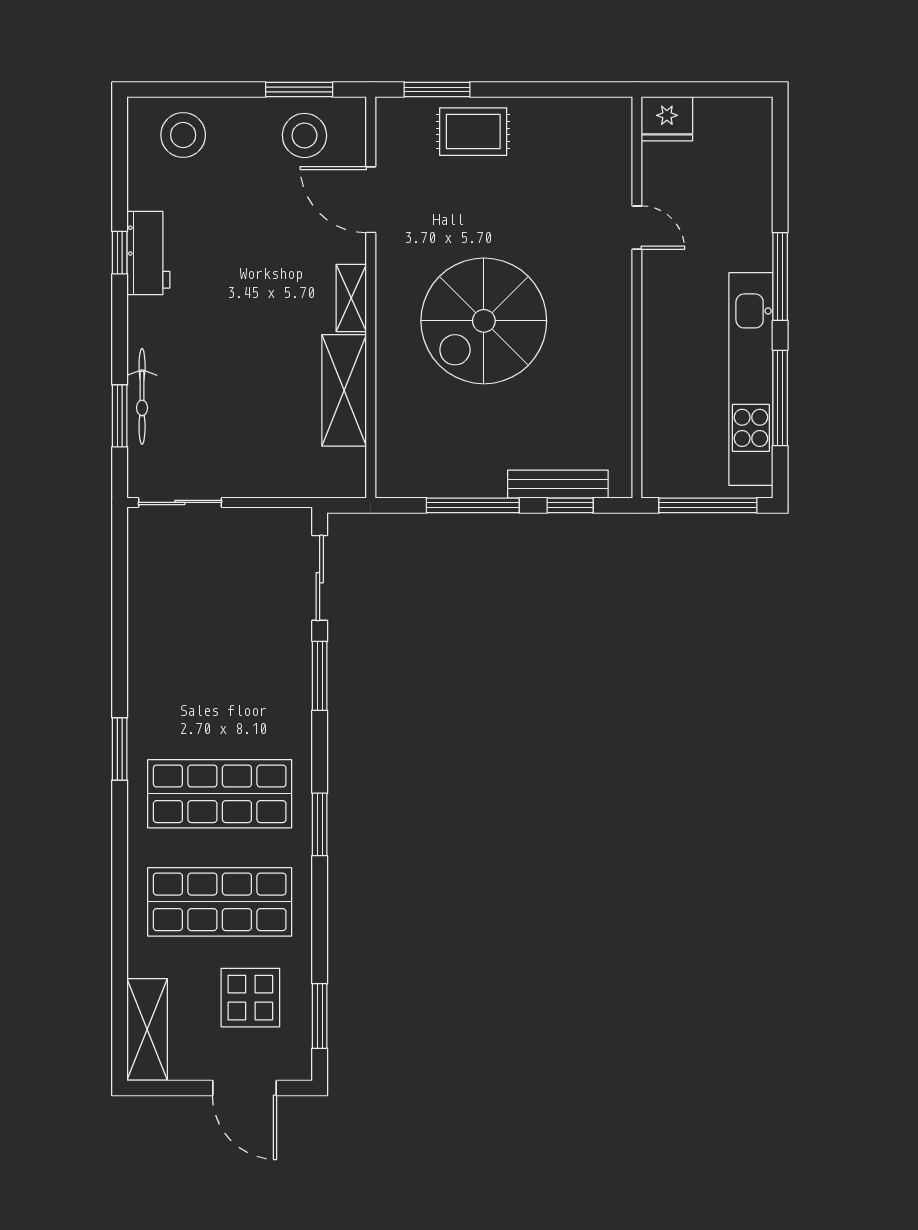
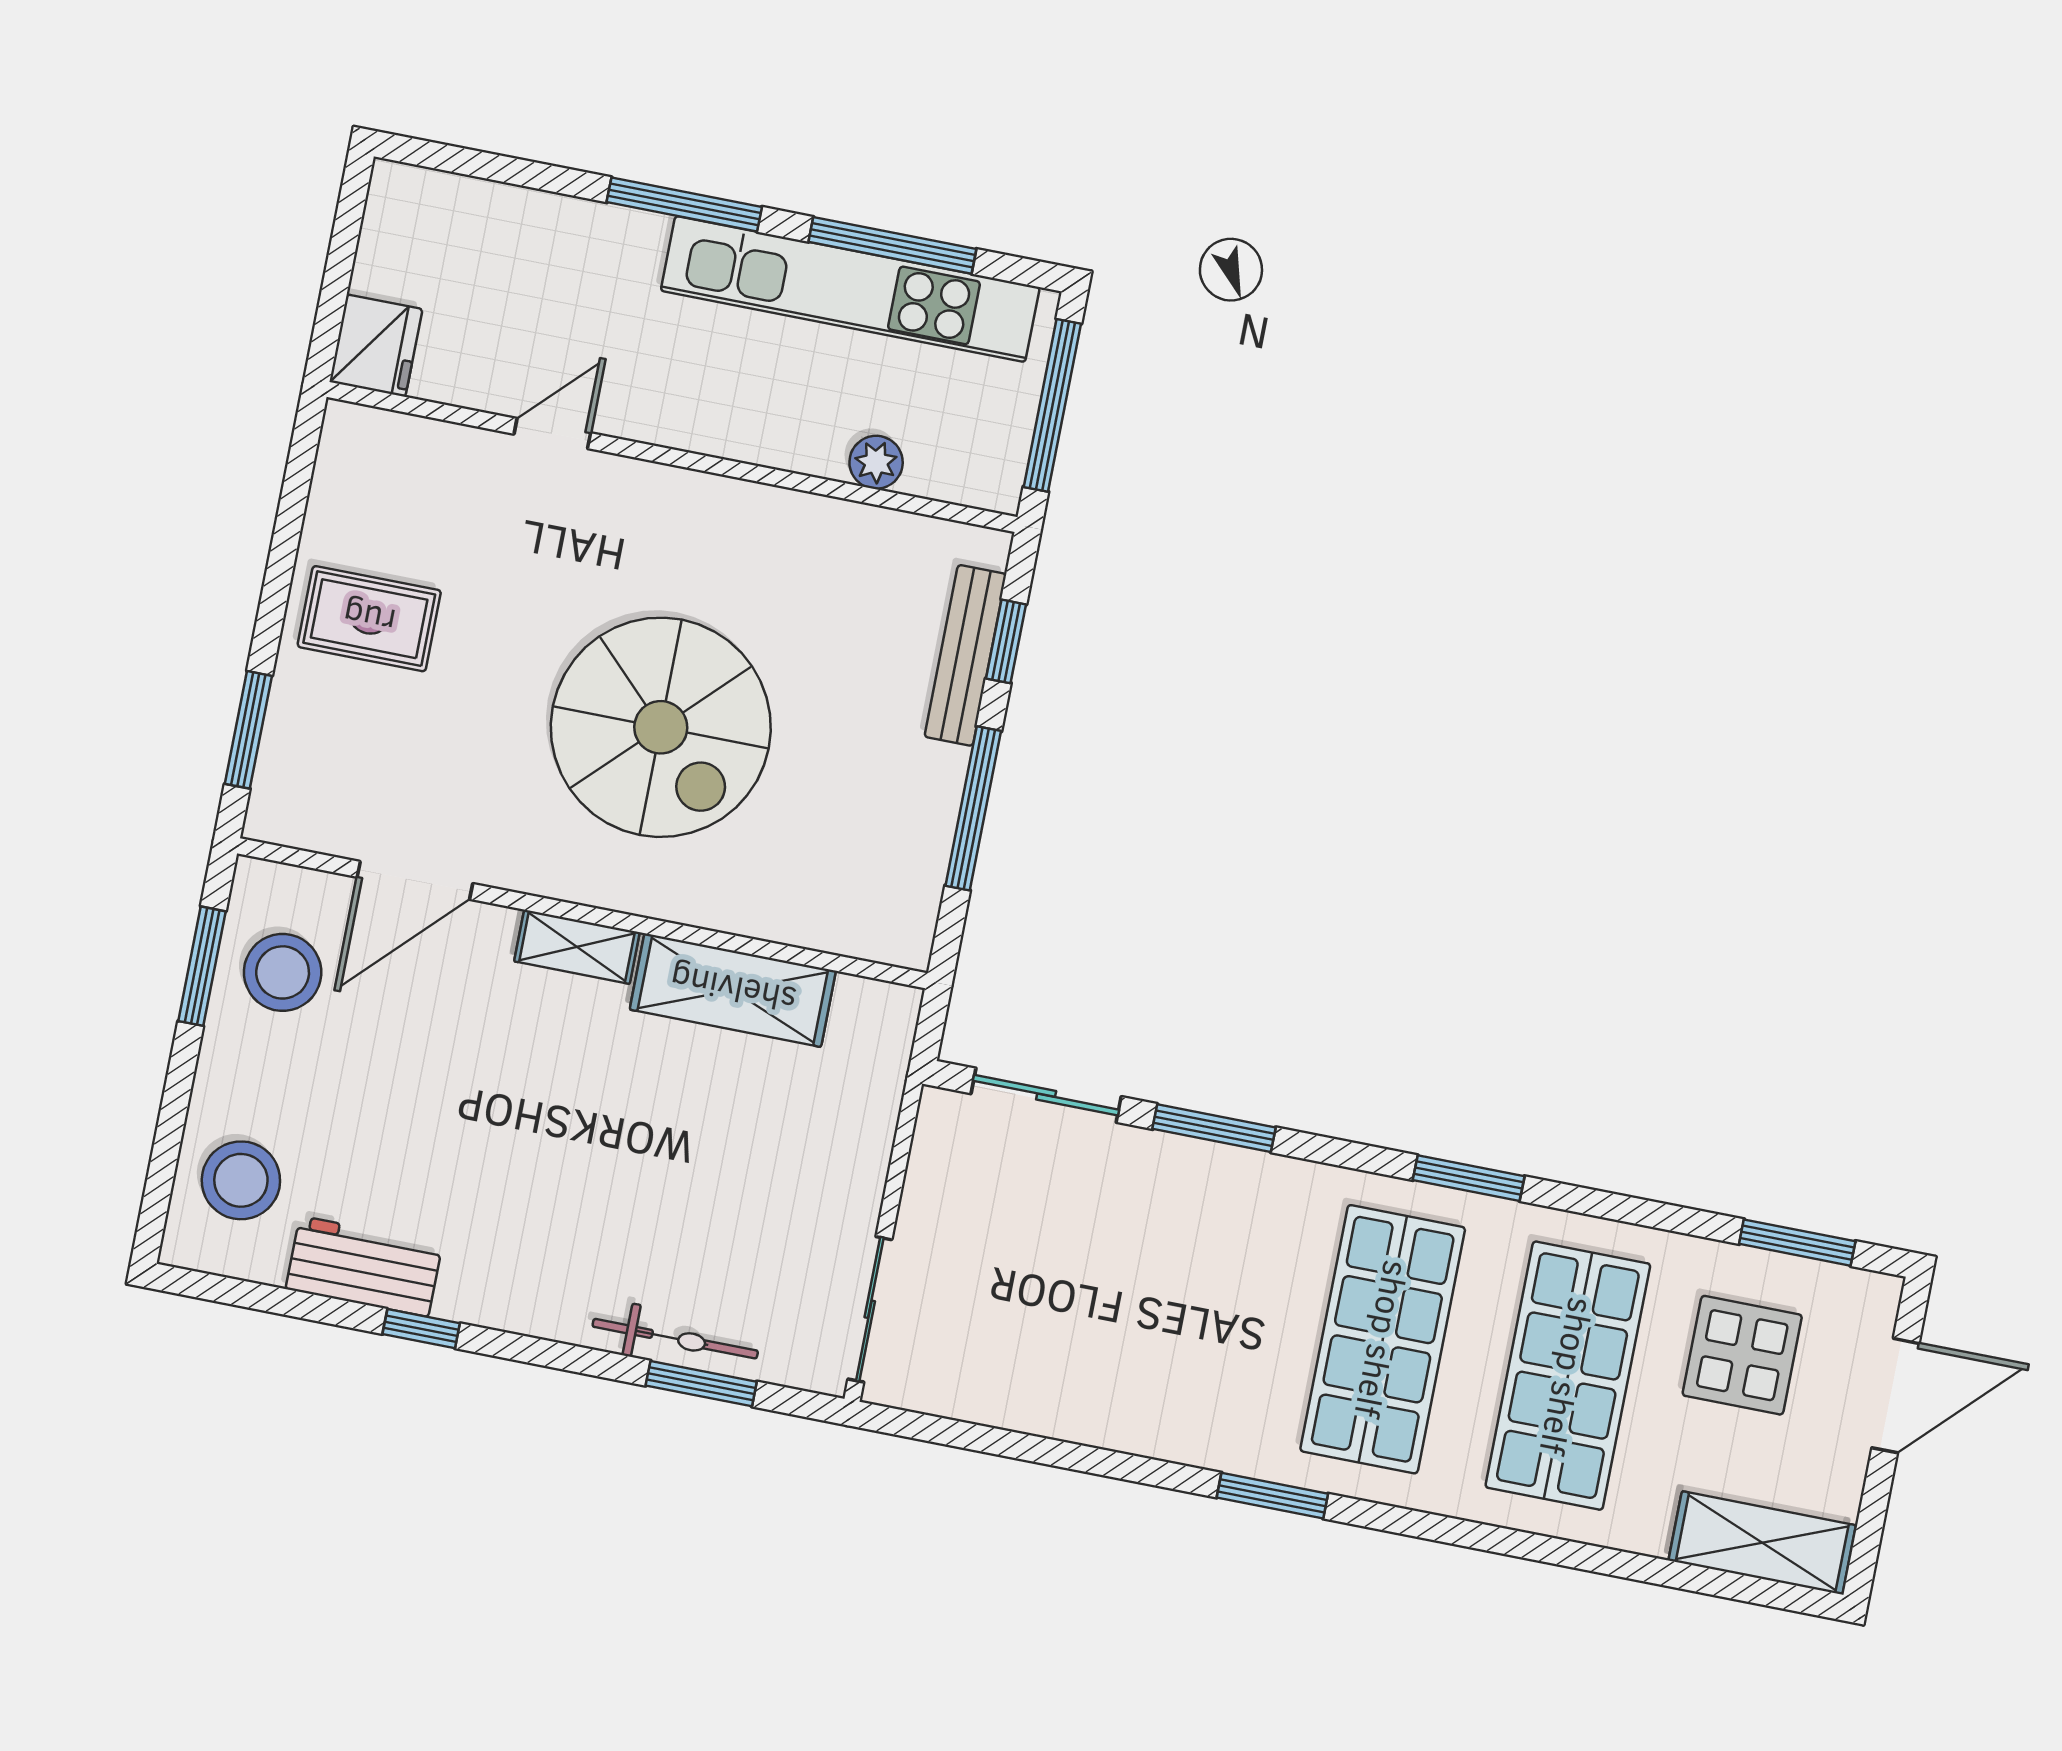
rug: (473, 132) -> (369, 619), moved, turned 90
workbench: (148, 253) -> (364, 1266), moved
plant: (656, 413) -> (876, 462), added

